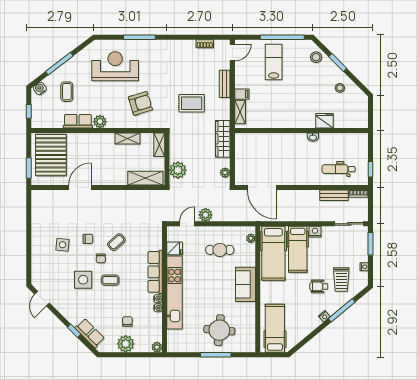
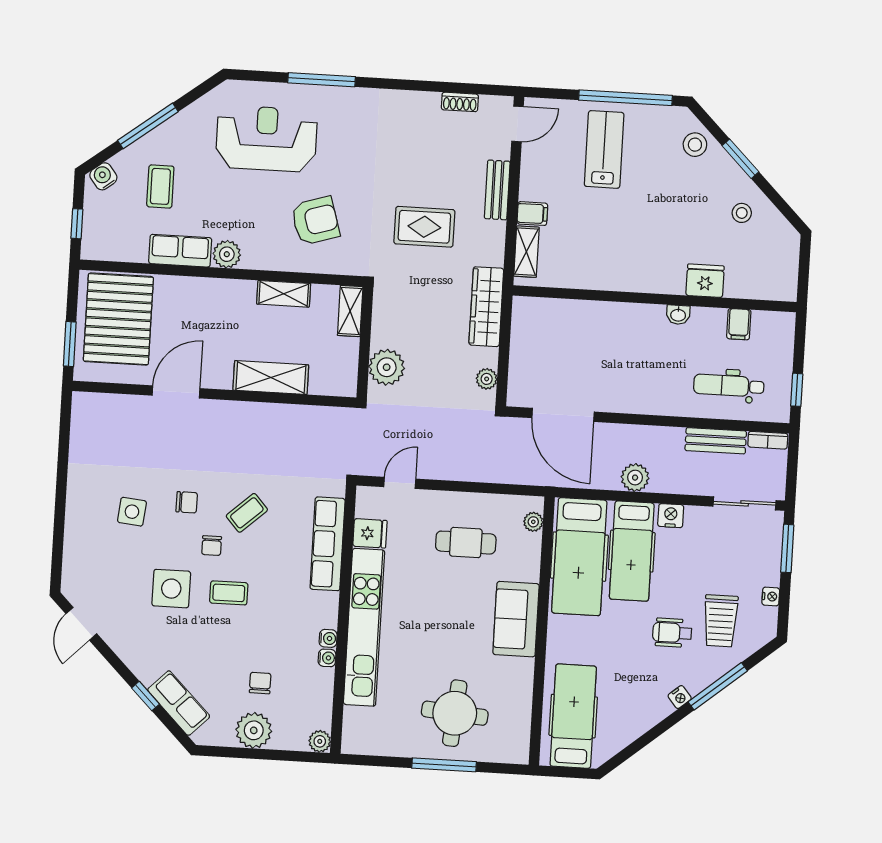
filing cabinet: (342, 140) -> (739, 324), added
shelving: (145, 178) -> (271, 378), moved
plant: (205, 215) -> (635, 478), moved
row of seats: (155, 272) -> (328, 544), moved

